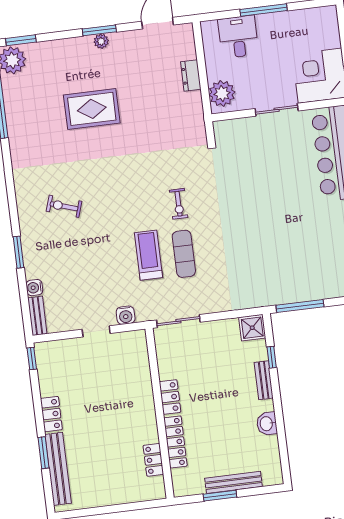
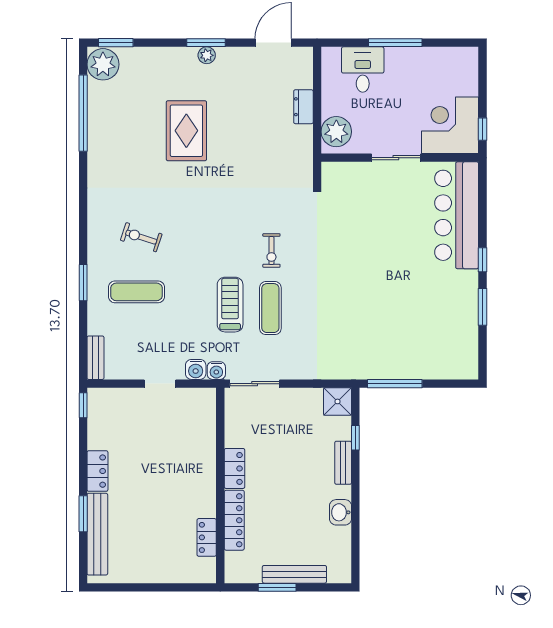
rug: (92, 109) -> (186, 131), turned 90
exercise mat: (66, 254) -> (136, 292), added
water cooler: (34, 288) -> (216, 371), moved, turned -90

